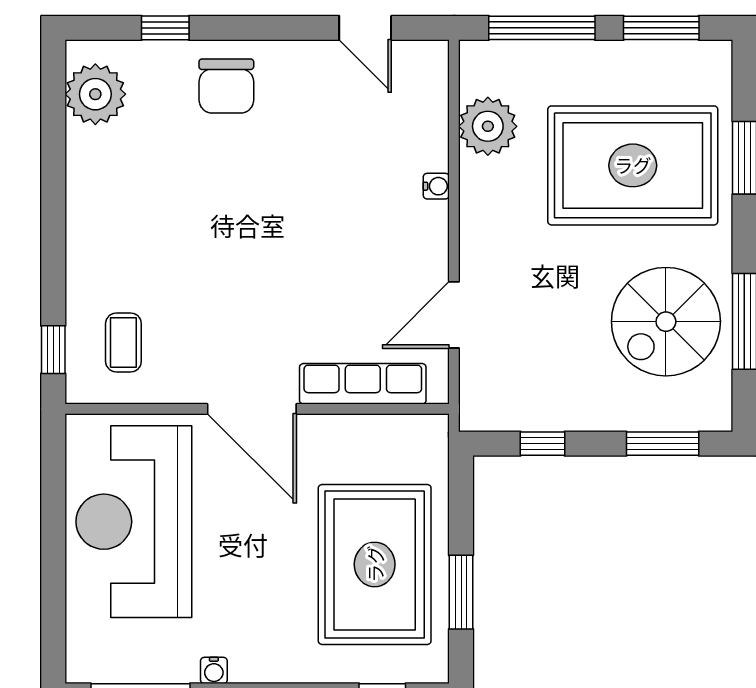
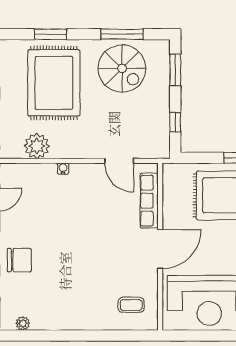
plant: (95, 94) -> (23, 323), width x0.53, depth x0.53
window: (53, 350) -> (134, 336), removed

